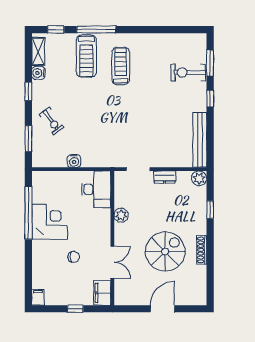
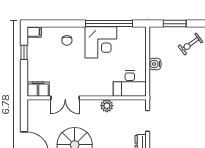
chair: (74, 257) -> (67, 40), moved
window: (75, 309) -> (24, 52), moved

